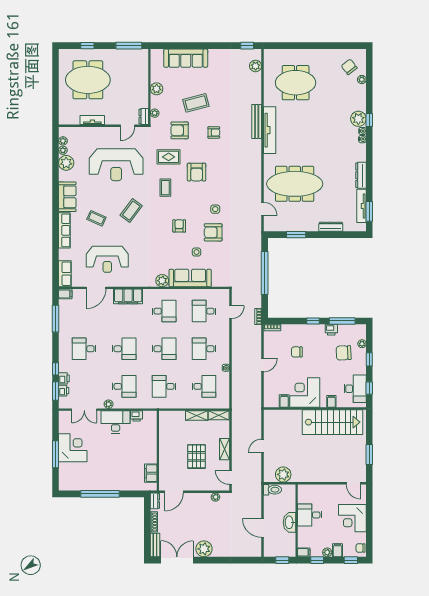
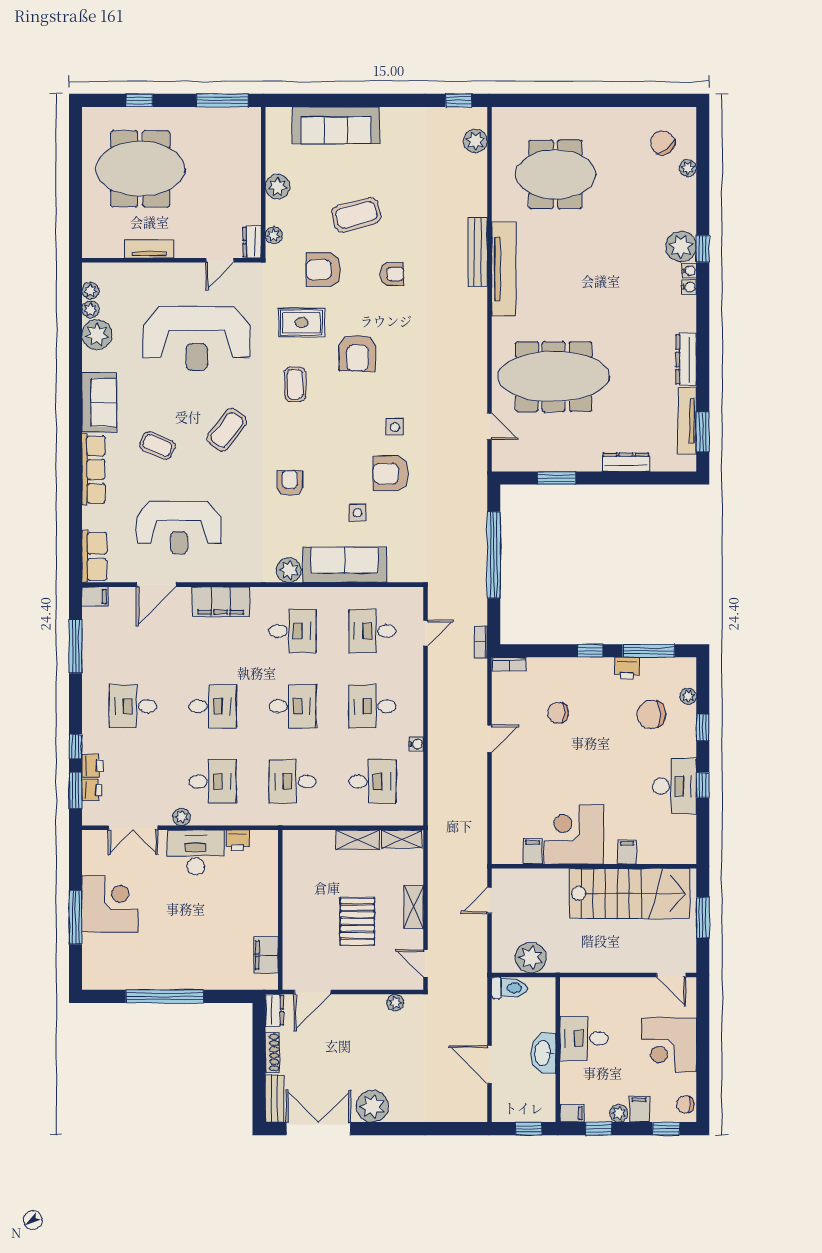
armchair: (179, 226) -> (290, 483), moved
corner desk: (305, 393) -> (574, 834), moved
filing cabinet: (284, 401) -> (533, 851), moved
filing cabinet: (331, 401) -> (627, 852), moved
wall: (315, 409) -> (594, 866), moved
stairs: (333, 422) -> (629, 893), moved

